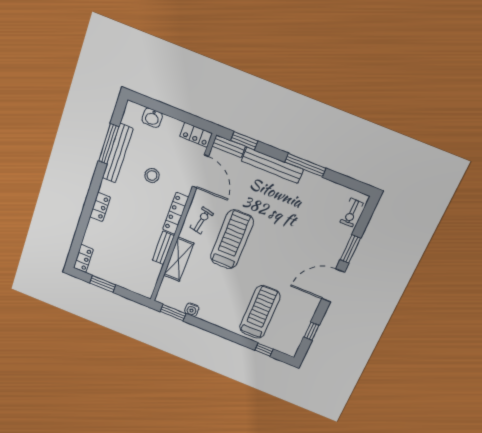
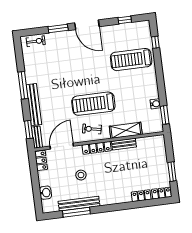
locker: (100, 207) -> (141, 196), moved

